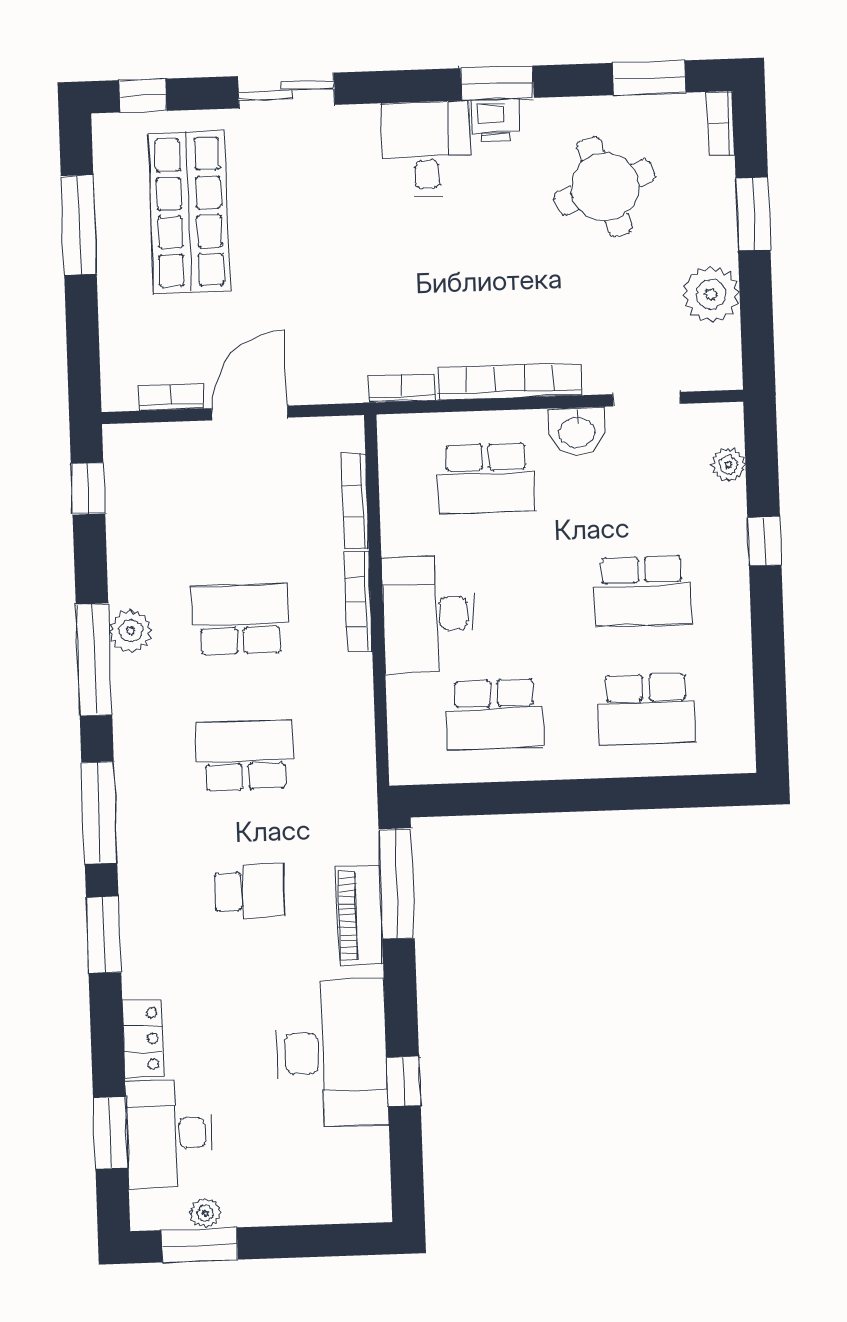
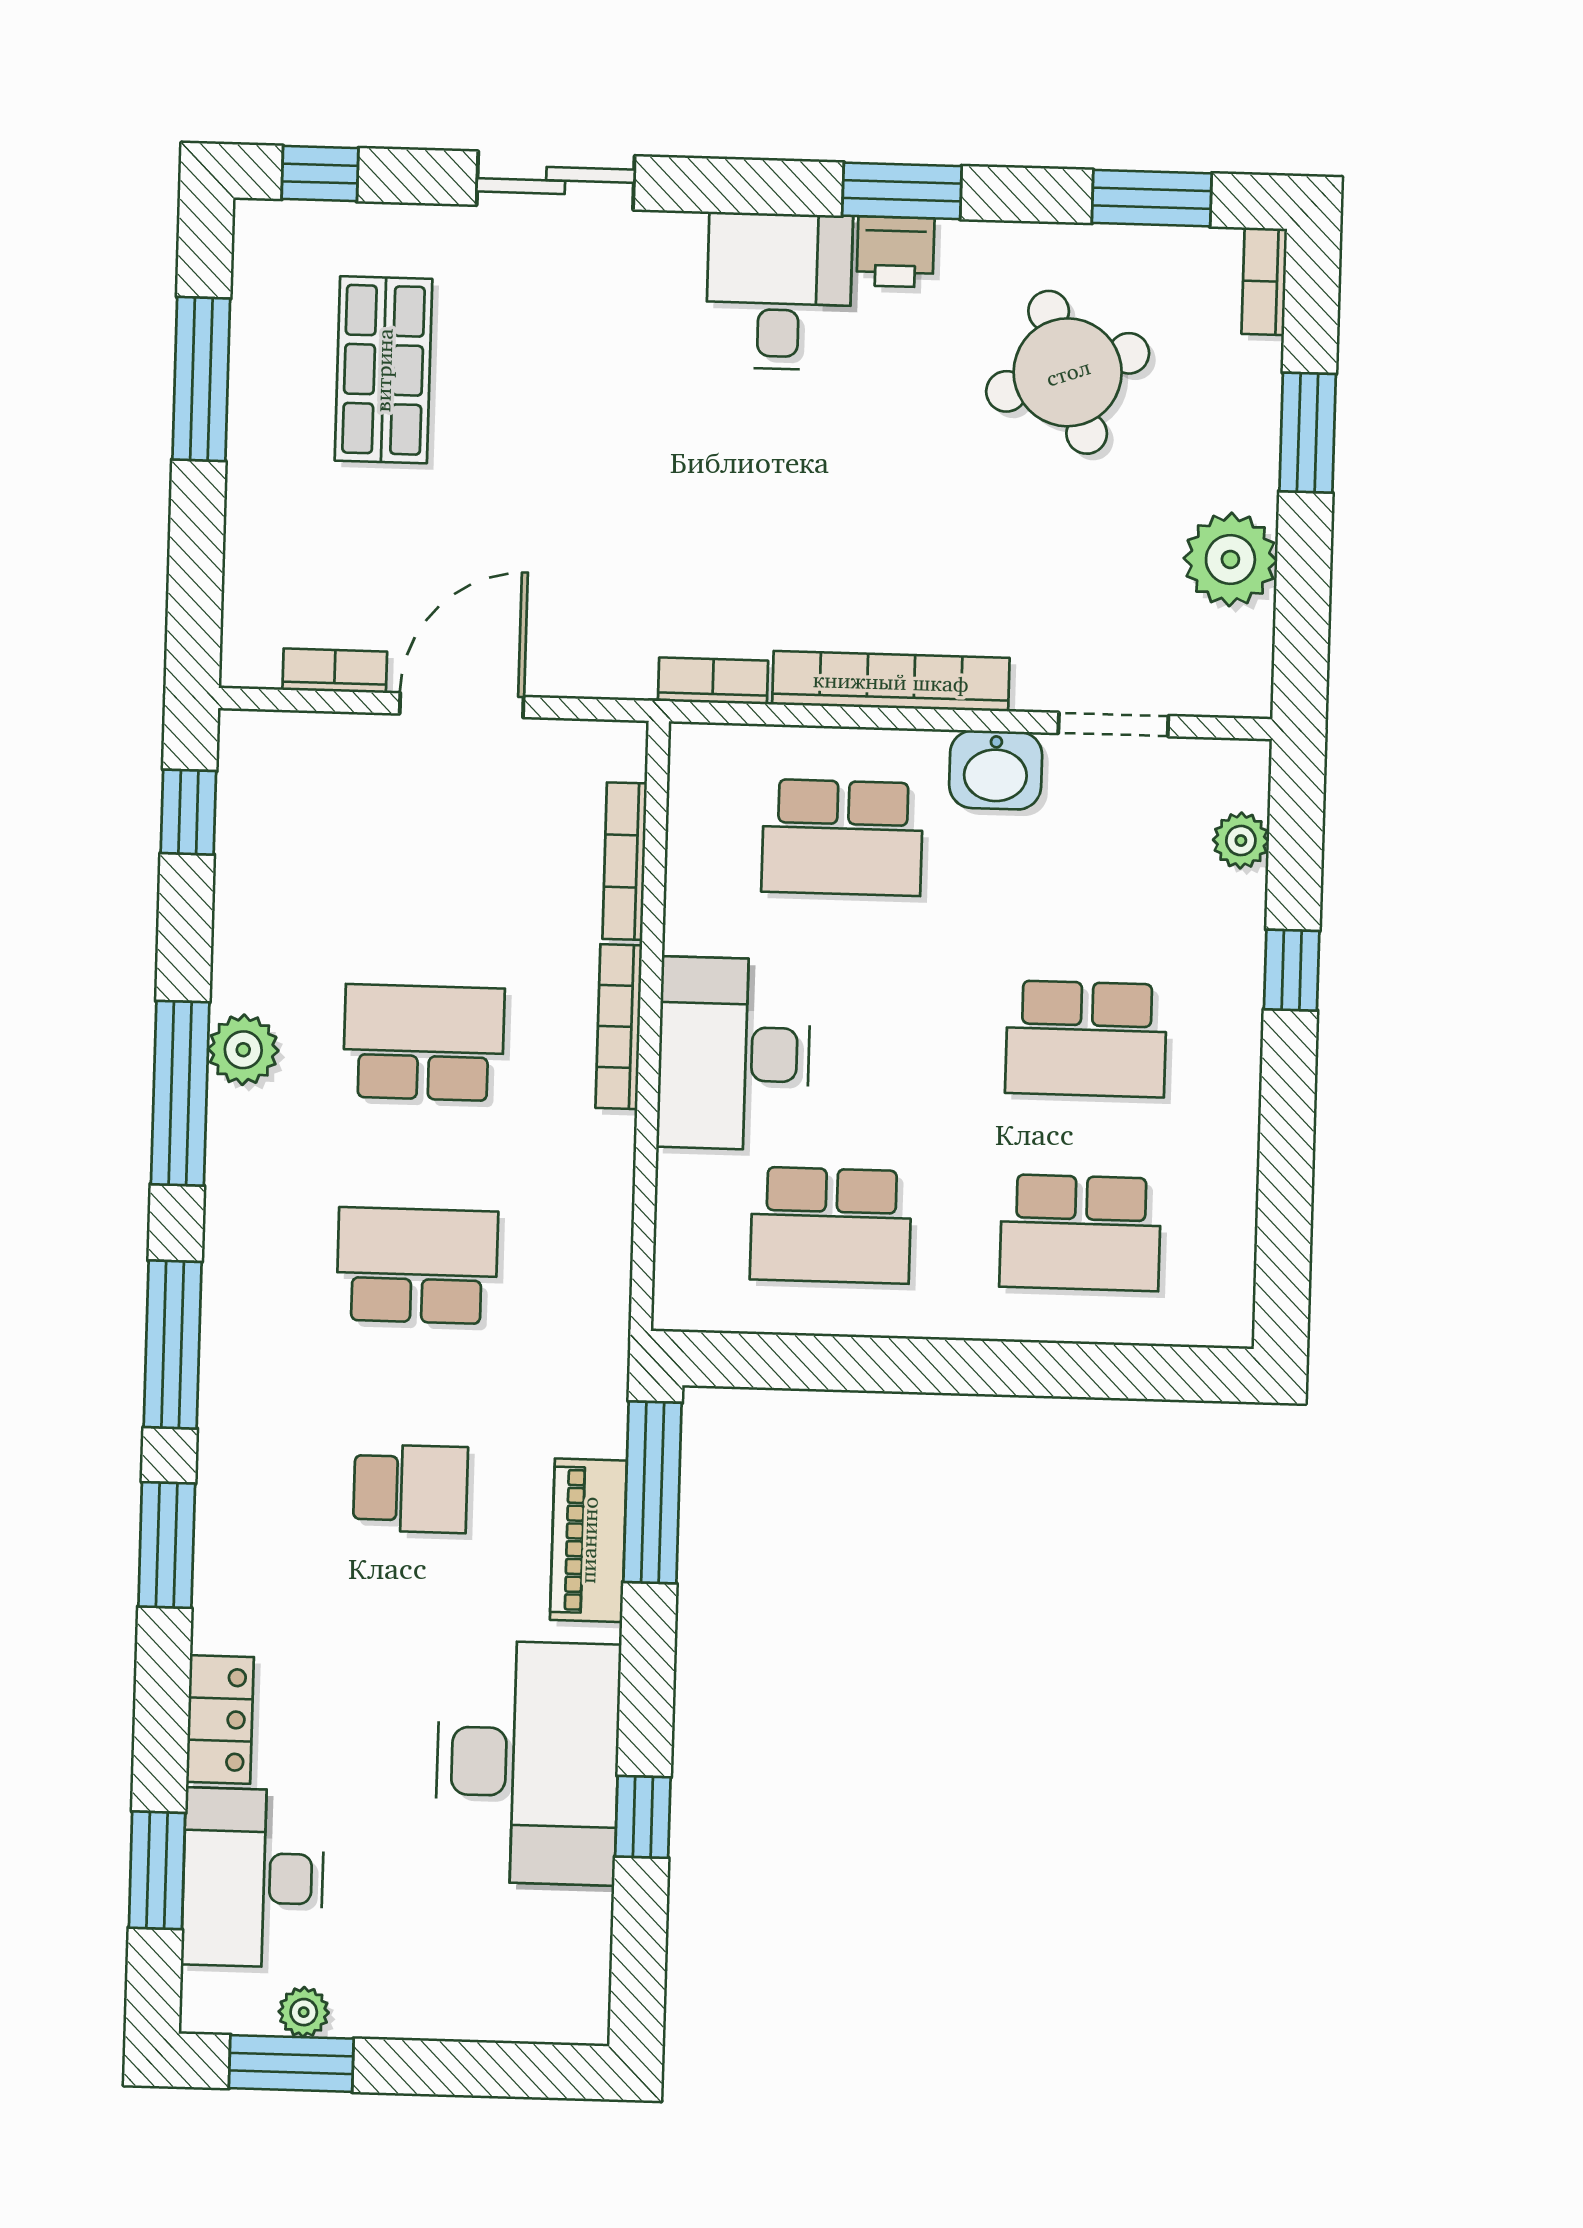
shop shelf: (189, 212) -> (383, 370), width x0.70, depth x0.74

